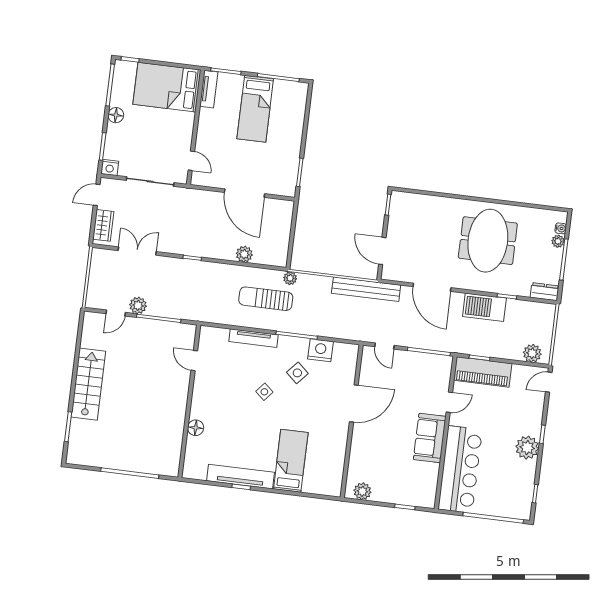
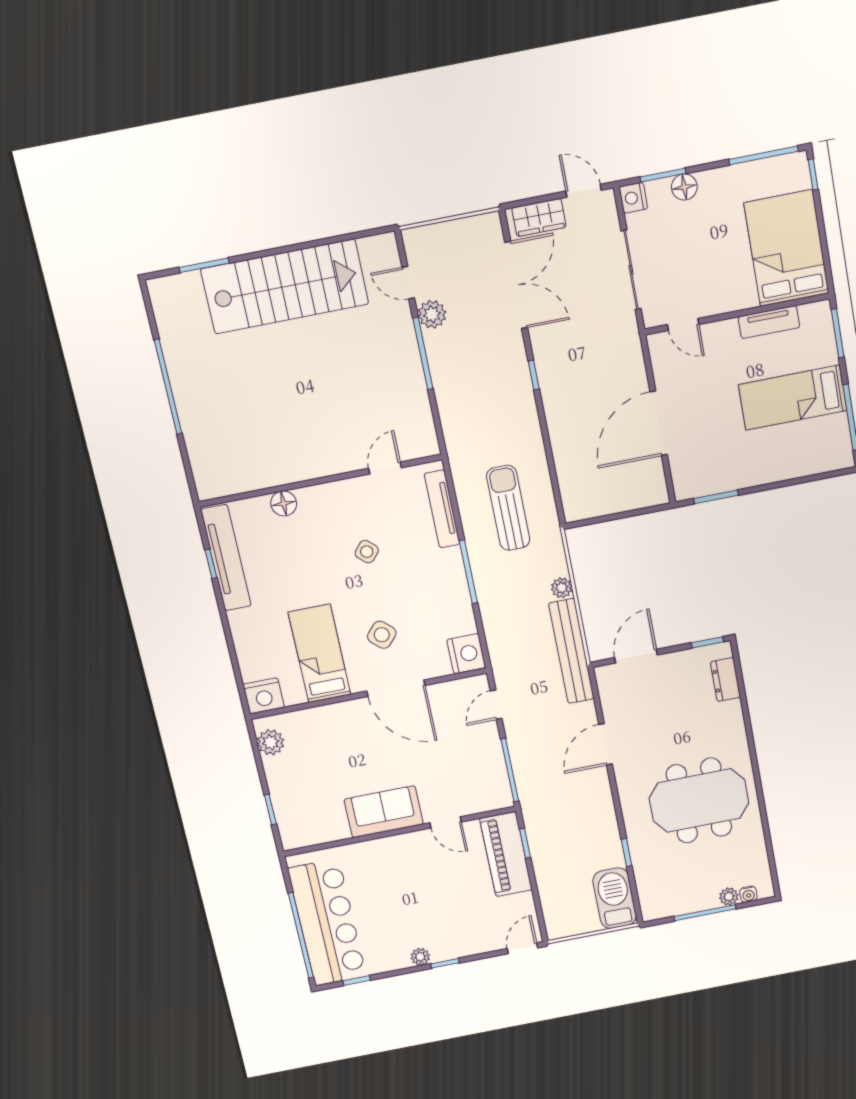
tv unit: (209, 89) -> (769, 322), moved
floor lamp: (116, 115) -> (684, 187), moved
door: (191, 161) -> (683, 325), hinge flipped
double door: (137, 251) -> (516, 285), width x1.37
plant: (244, 254) -> (565, 453), removed
plant: (290, 278) -> (562, 588), moved
door: (432, 287) -> (605, 744), width x0.73
dresser: (545, 292) -> (725, 680), moved, turned 180
barbecue: (484, 307) -> (615, 898), moved
nightstand: (321, 350) -> (466, 654), moved
plant: (532, 353) -> (556, 913), removed
door: (194, 361) -> (385, 468), moved
side table: (297, 373) -> (382, 635), moved
door: (549, 382) -> (522, 948), hinge flipped
stairs: (88, 384) -> (285, 287), width x1.36, depth x1.51
wall: (189, 401) -> (320, 481), moved
floor lamp: (196, 428) -> (284, 503), moved
plant: (527, 448) -> (420, 957), width x0.53, depth x0.53
bed: (291, 461) -> (319, 654), moved, turned -90
bar counter: (460, 469) -> (327, 923), moved, turned -90
nightstand: (332, 485) -> (264, 696), added

